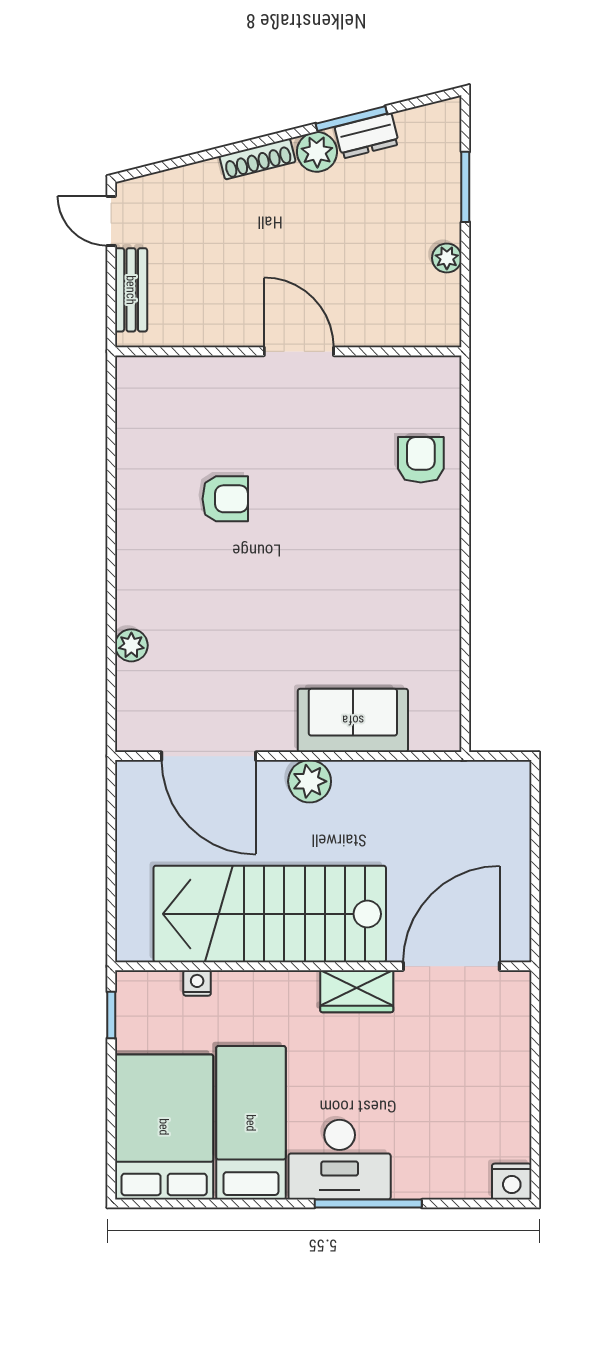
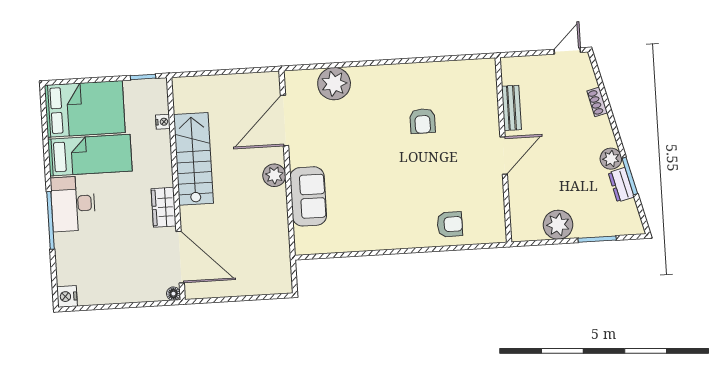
shoe rack: (257, 159) -> (597, 102), moved, width x0.70
plant: (447, 258) -> (558, 225), width x1.88, depth x1.88
bench: (131, 290) -> (511, 108), moved, turned 90
plant: (131, 645) -> (334, 84), width x1.88, depth x1.88
stairs: (270, 914) -> (193, 159), width x0.73, depth x0.66
floor lamp: (519, 983) -> (173, 294), added

